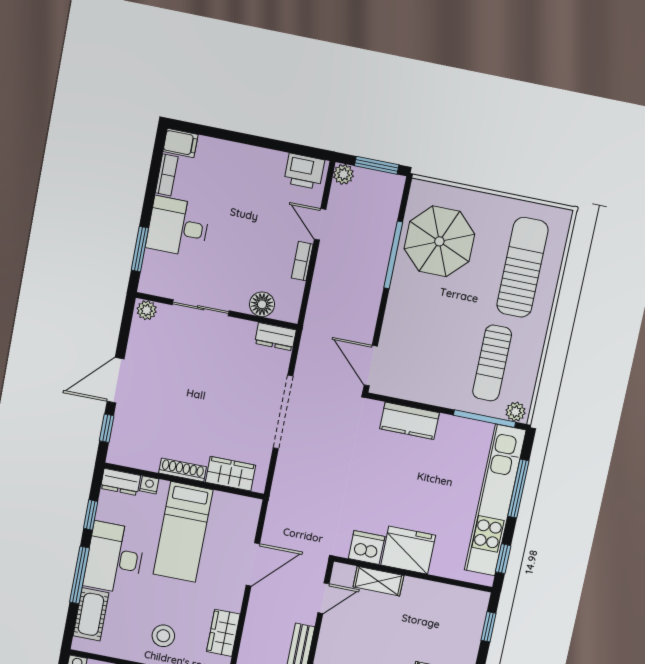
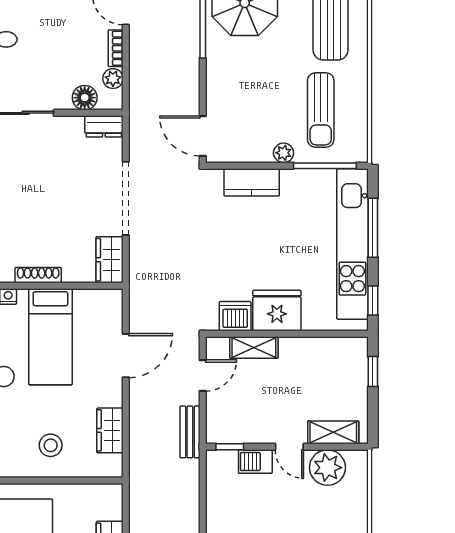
plant: (294, 291) -> (113, 79), added
plant: (515, 412) -> (284, 153), moved
wardrobe: (231, 474) -> (110, 260), moved, turned -90

